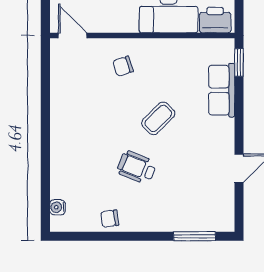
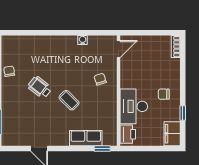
wheelchair: (137, 167) -> (40, 87), turned -74
water cooler: (58, 207) -> (83, 40), moved

